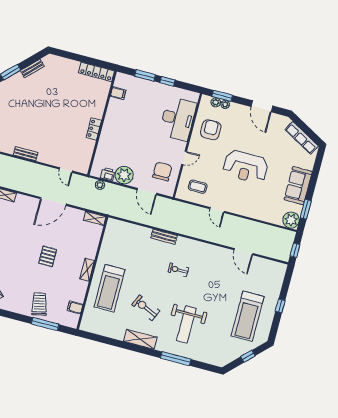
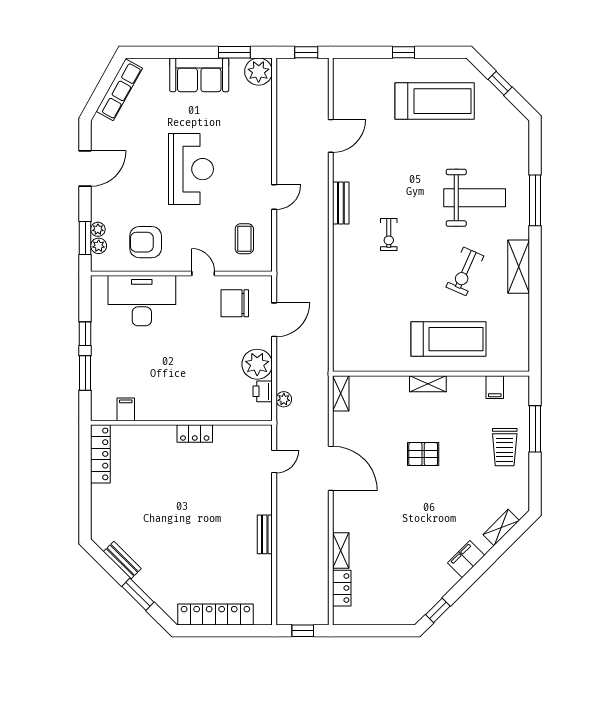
bench: (164, 237) -> (341, 203), moved
trolley: (39, 304) -> (505, 447), turned -77

